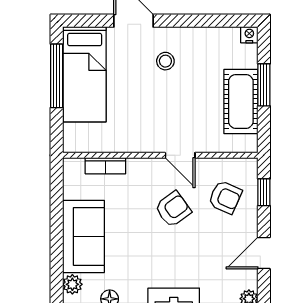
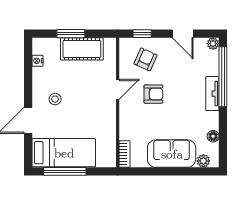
nightstand: (249, 35) -> (37, 61), moved
bookcase: (105, 166) -> (125, 154), moved
armchair: (173, 209) -> (153, 94), turned 126

